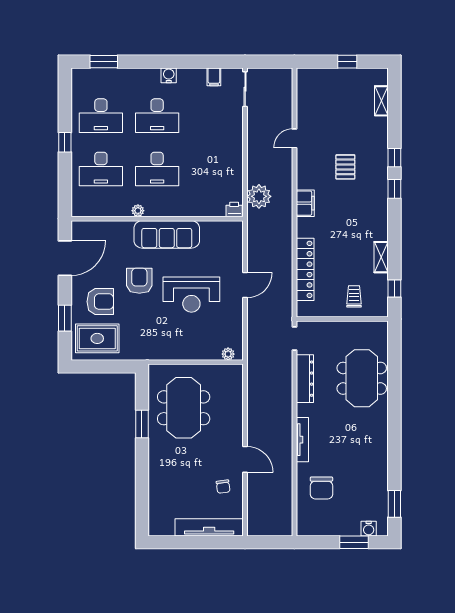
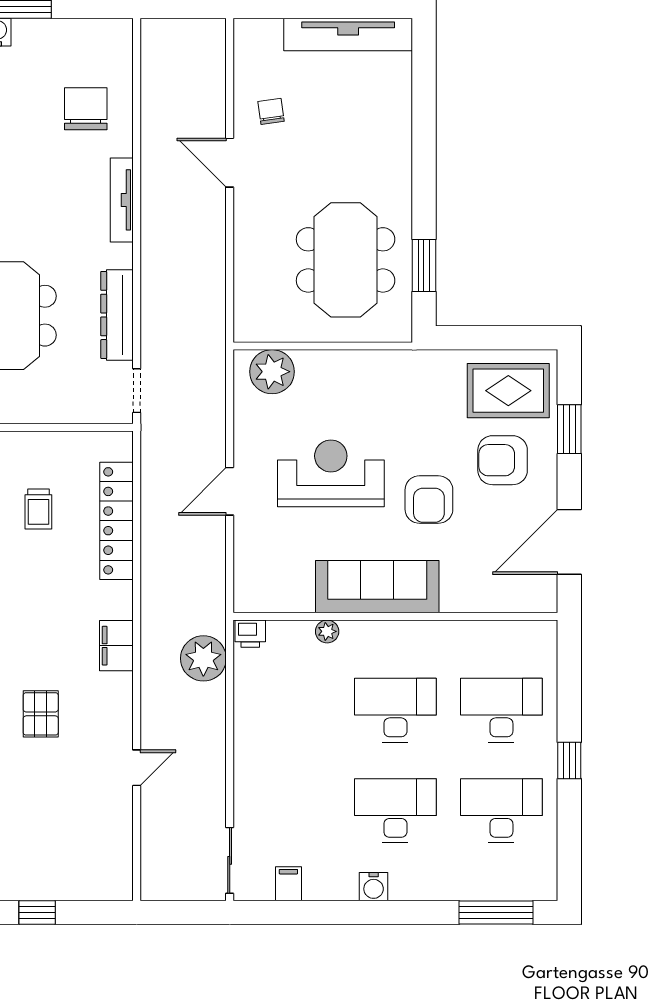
window: (104, 62) -> (496, 912), width x1.44
plant: (138, 211) -> (327, 631), moved
trolley: (354, 296) -> (38, 509), moved
plant: (228, 354) -> (272, 372), width x1.87, depth x1.87
window: (142, 424) -> (424, 266), moved
tv unit: (209, 527) -> (348, 34), moved

